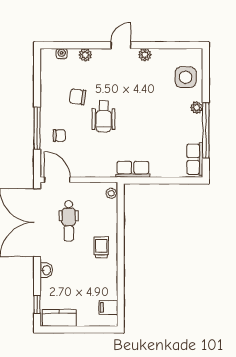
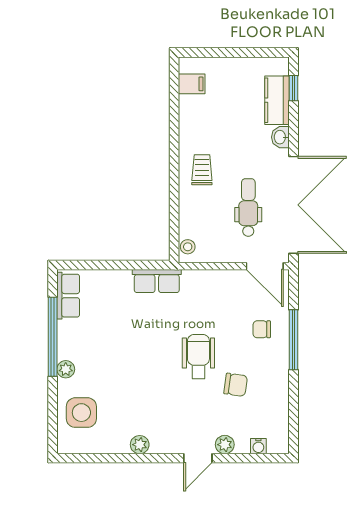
door: (121, 45) -> (198, 458), moved
trolley: (101, 247) -> (202, 170), turned 180
kitchen counter: (59, 318) -> (277, 100), moved, turned 90

